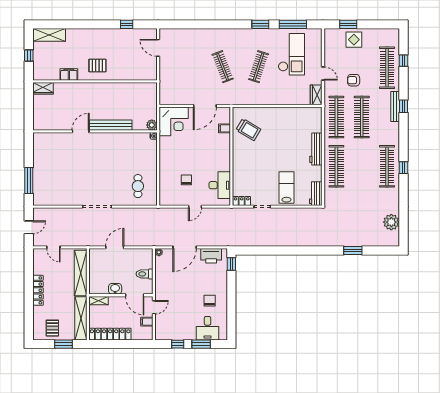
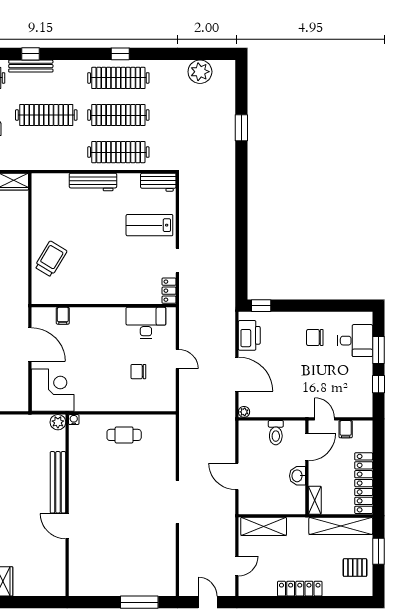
clothes rail: (336, 117) -> (118, 115), moved
trolley: (248, 130) -> (51, 259), moved
cafe table: (138, 186) -> (124, 435), moved
shelving: (81, 273) -> (264, 526), width x0.68

